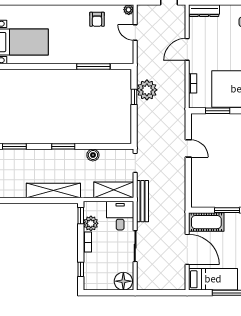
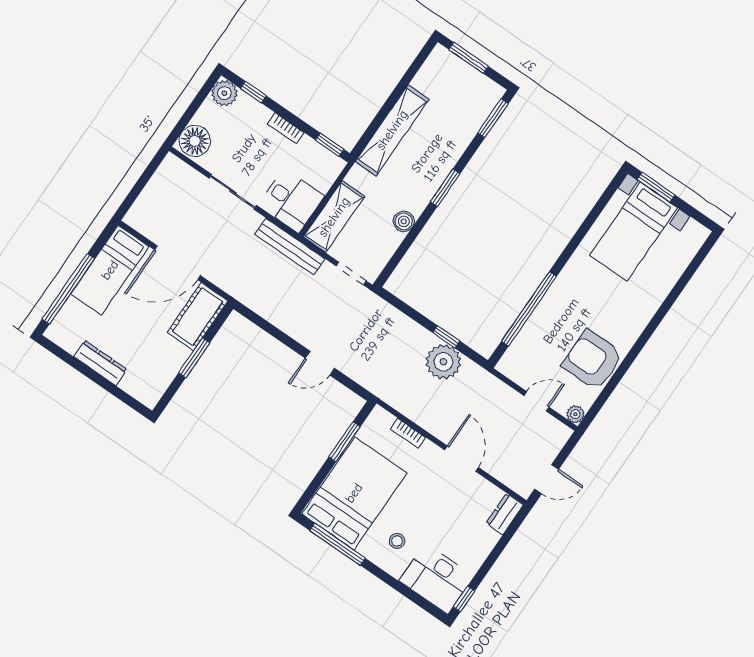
dresser: (204, 11) -> (505, 514), width x0.70
armchair: (97, 19) -> (593, 360), width x1.88, depth x1.88
window: (93, 67) -> (529, 309), width x1.46
plant: (91, 223) -> (224, 93), moved

